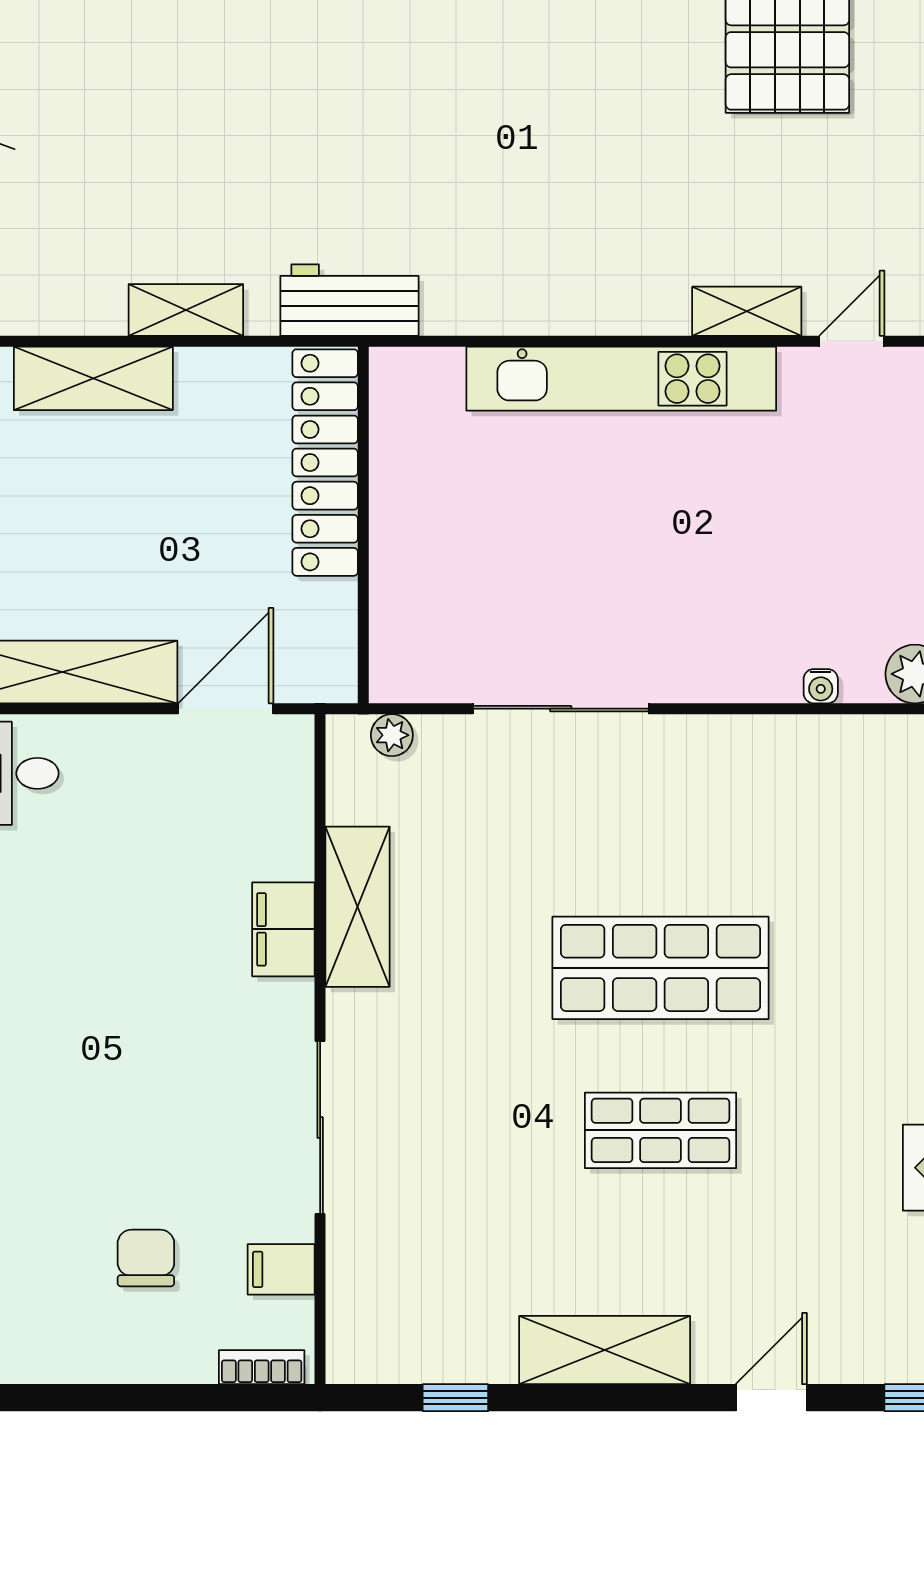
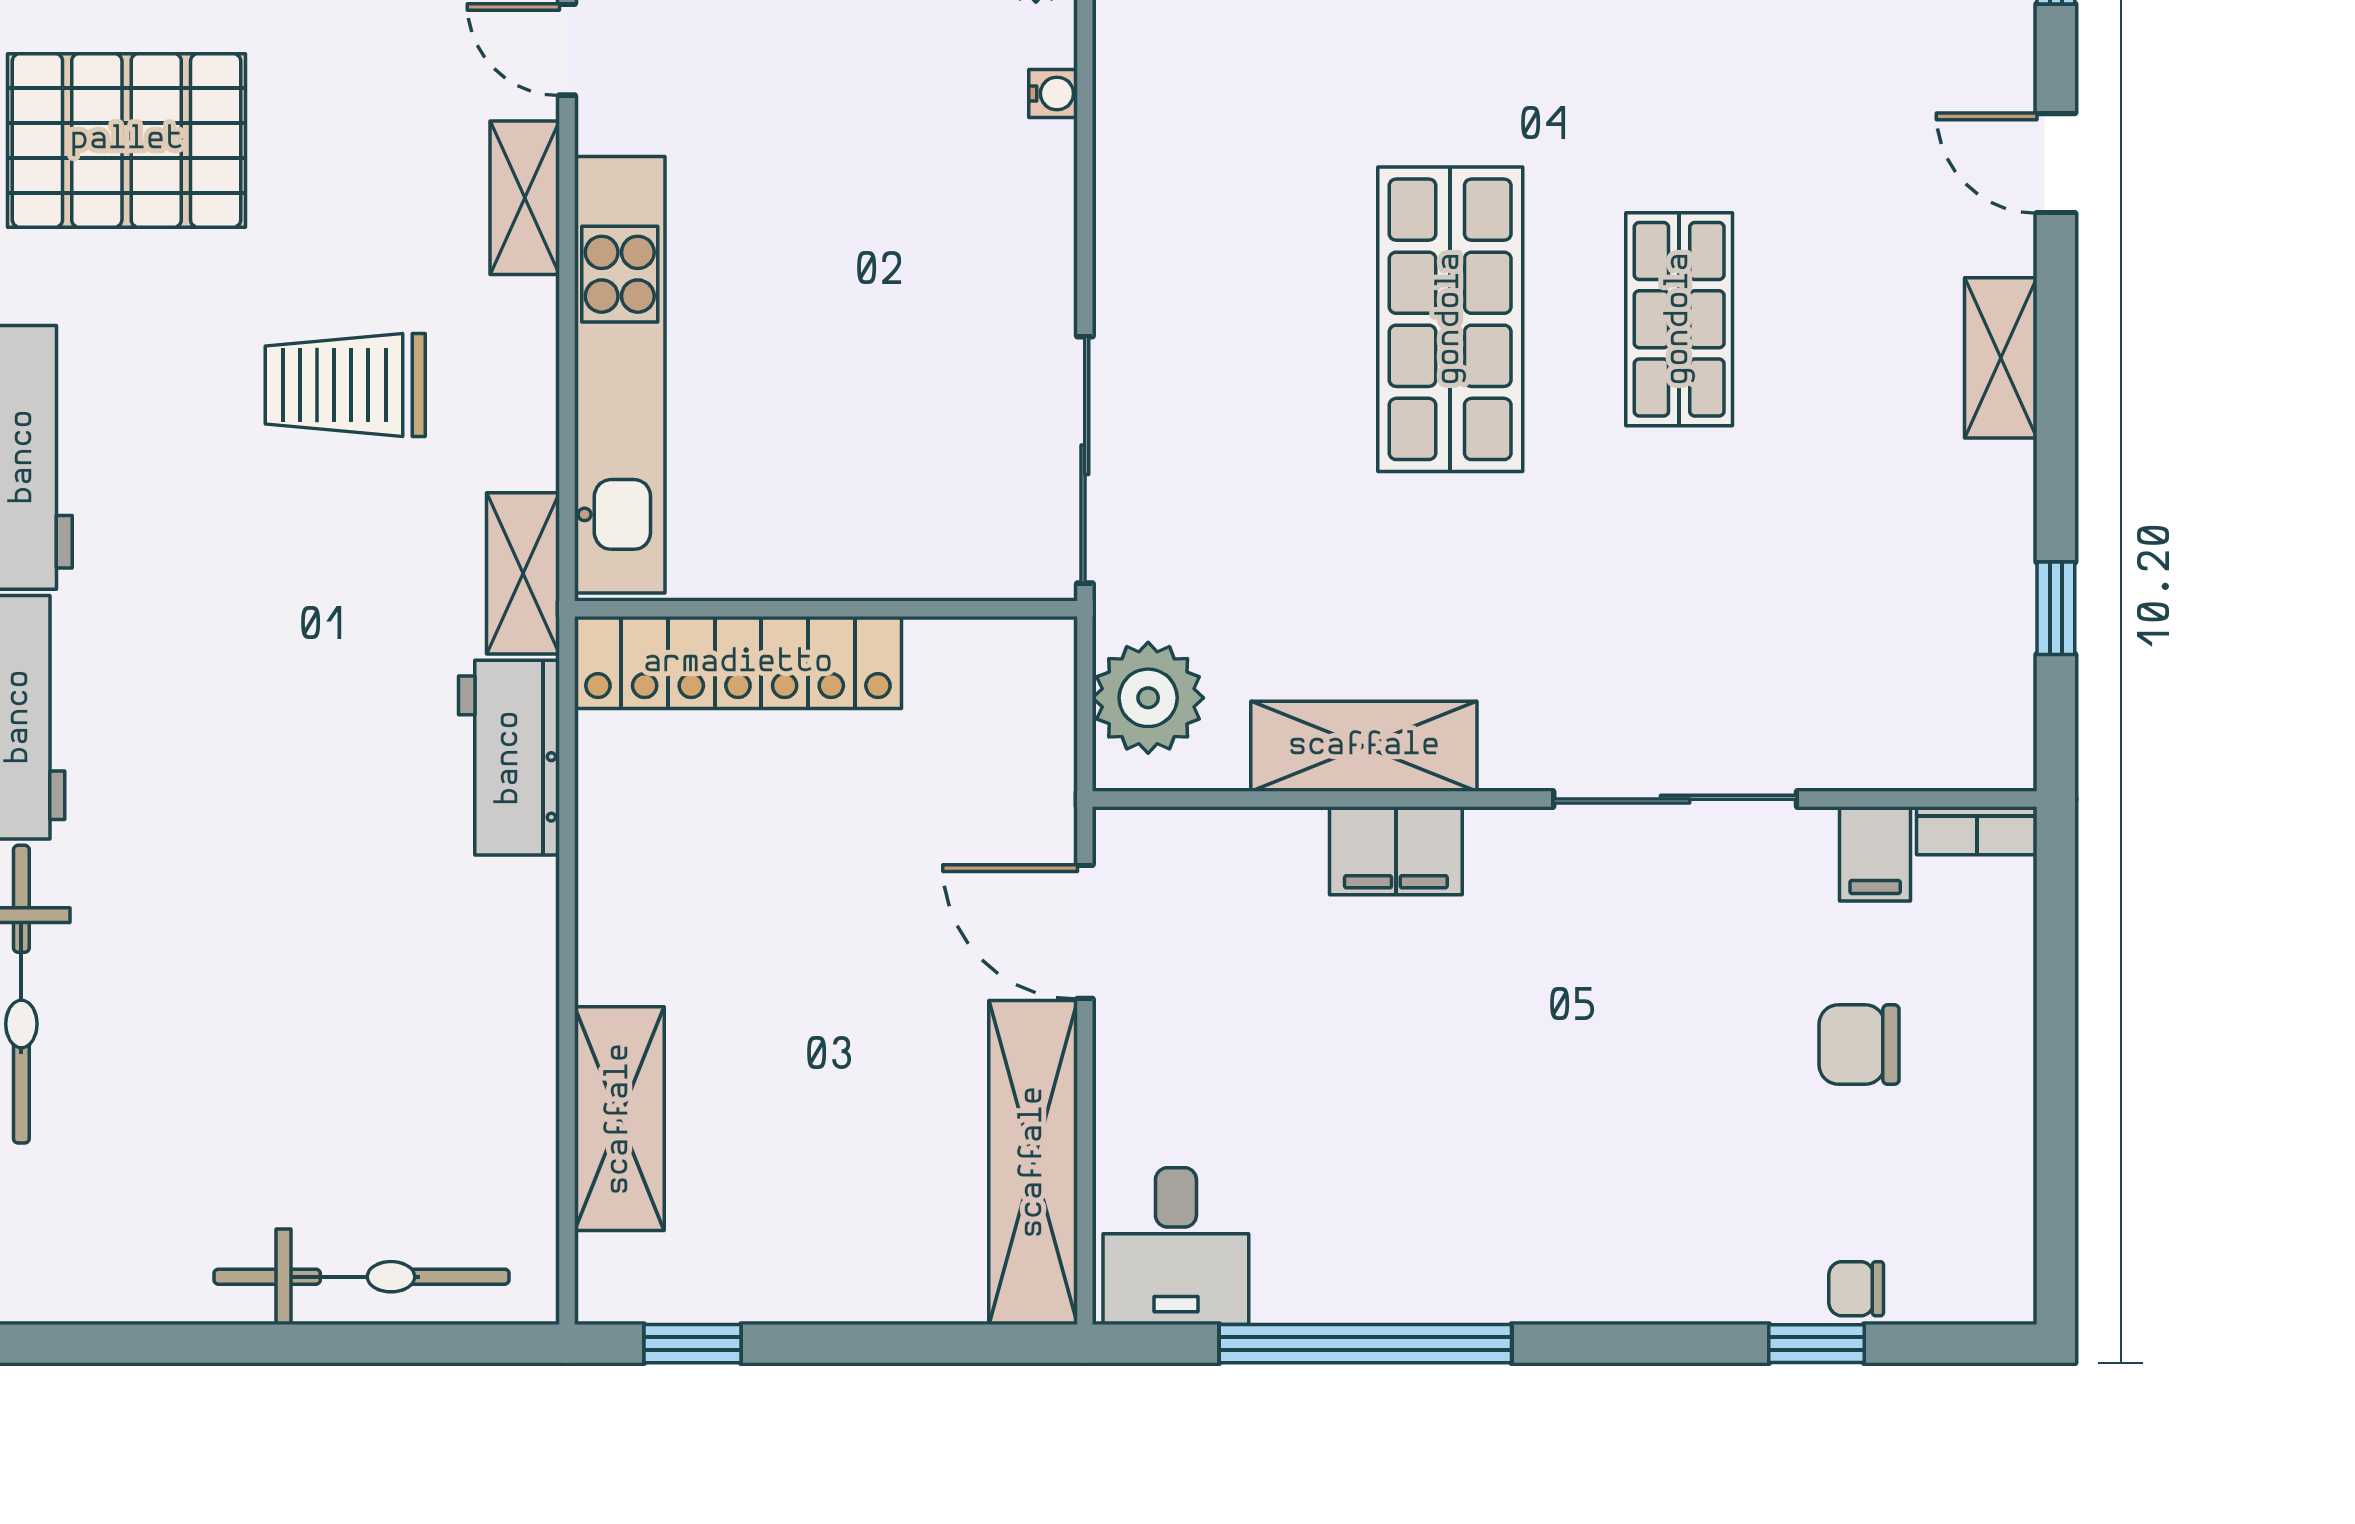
trolley: (614, 184) -> (345, 385), added
shelving: (186, 310) -> (523, 573), moved
locker: (325, 463) -> (738, 663), moved
wall: (363, 525) -> (826, 609), moved
plant: (392, 735) -> (1148, 698), width x1.88, depth x1.88
shelving: (605, 1350) -> (2001, 358), width x0.67, depth x0.75
bookcase: (262, 1367) -> (1977, 831), moved, turned -90

